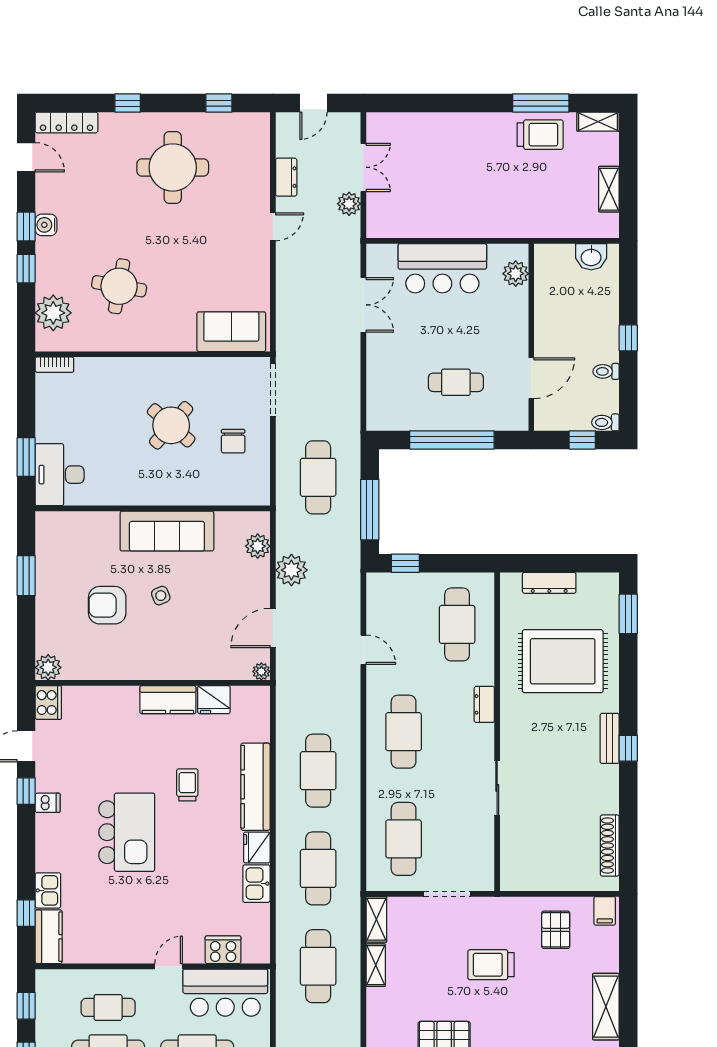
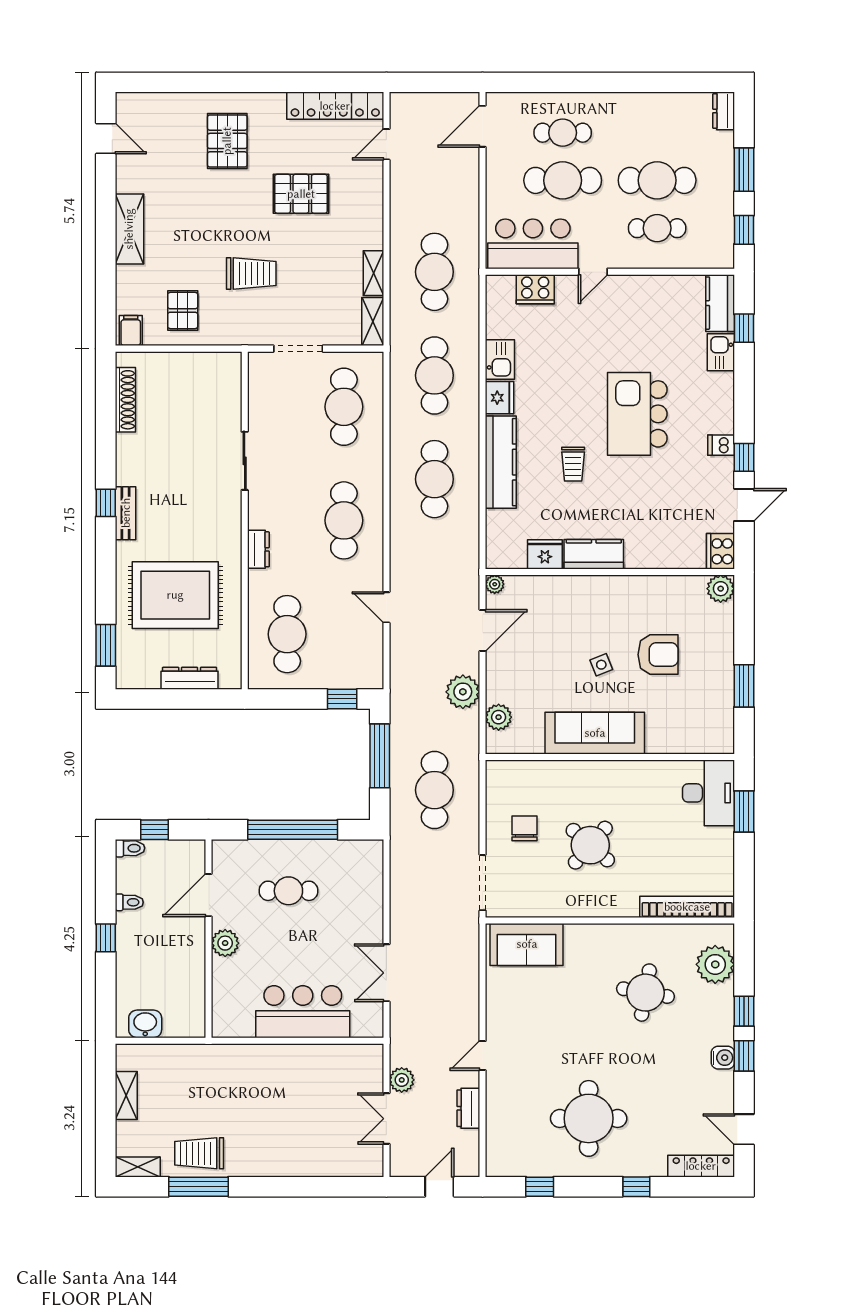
plant: (516, 274) -> (225, 943), moved
bookcase: (54, 365) -> (687, 907), width x2.31, depth x1.31

